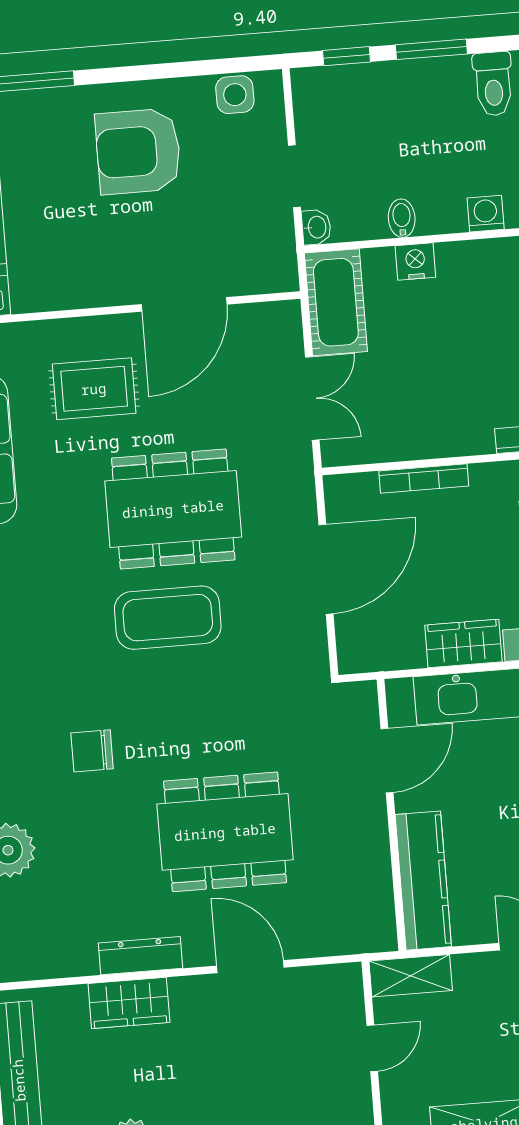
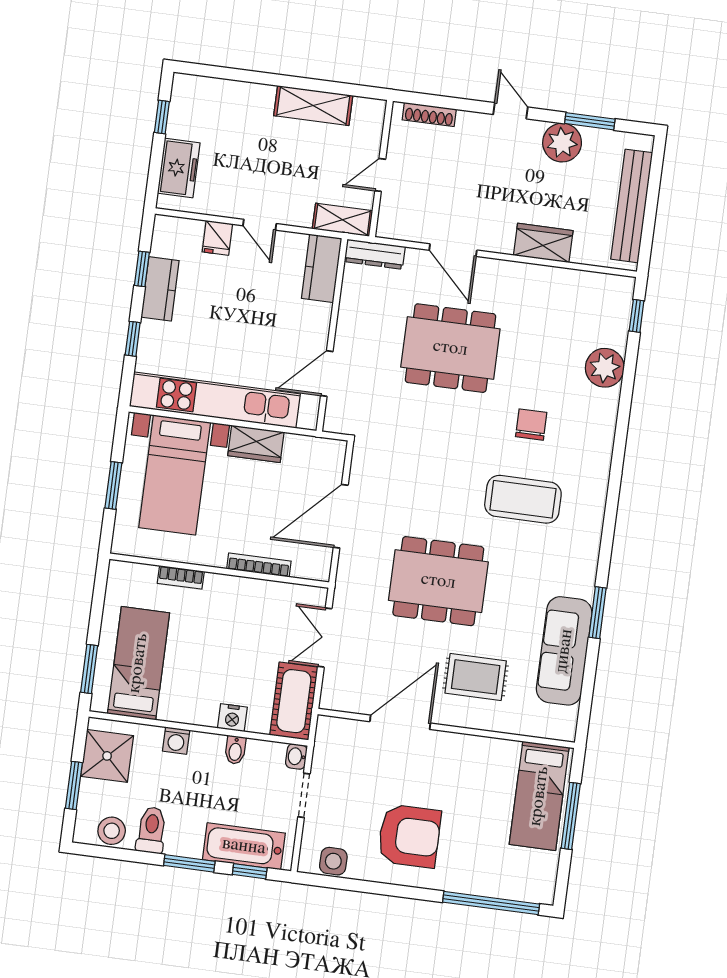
bathtub: (362, 89) -> (244, 846), added
coffee table: (168, 618) -> (523, 499), moved
chair: (92, 751) -> (531, 425), turned -90
kitchen counter: (423, 881) -> (322, 268), width x0.67
dresser: (141, 956) -> (375, 254), moved

